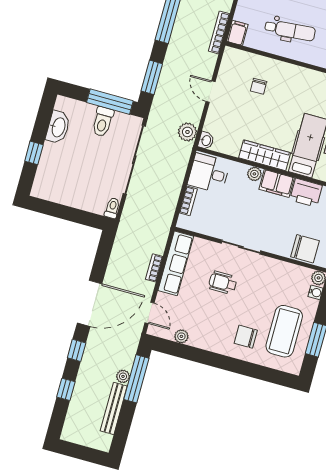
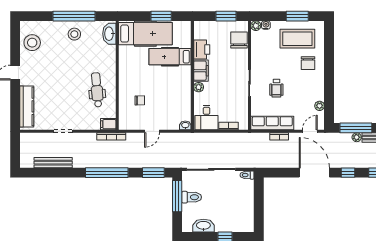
plant: (187, 132) -> (183, 139), removed
wardrobe: (265, 155) -> (184, 84), removed

